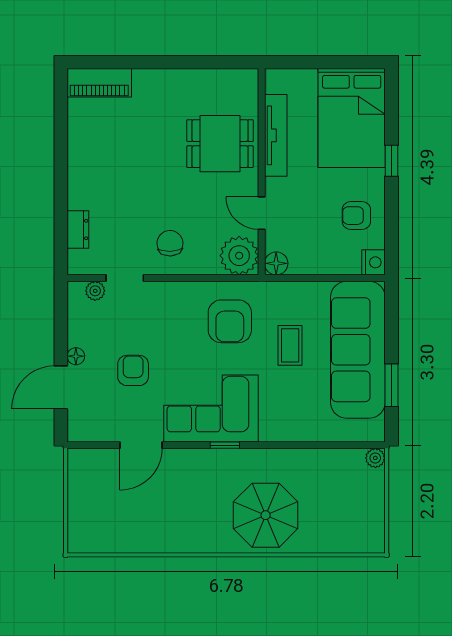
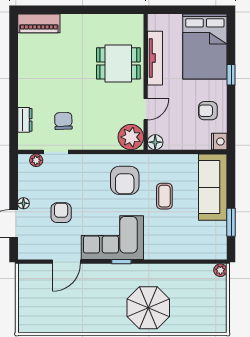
door: (262, 213) -> (146, 109), swing flipped
chair: (170, 243) -> (63, 121), moved
sofa: (358, 350) -> (213, 187), width x0.74, depth x0.79

